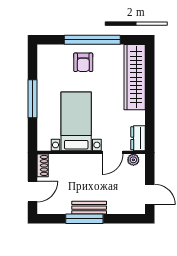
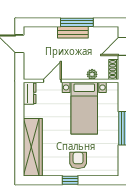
window: (92, 40) -> (70, 180), width x0.32
plant: (133, 160) -> (92, 74), moved

